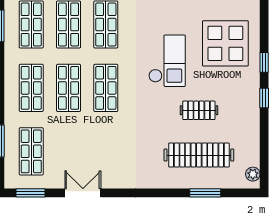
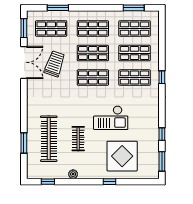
window: (264, 98) -> (48, 182), moved
trolley: (85, 146) -> (55, 64), added
plant: (253, 174) -> (73, 174), moved
double door: (83, 193) -> (24, 62), width x1.37

